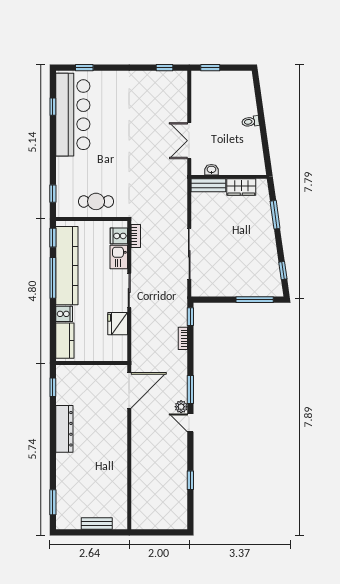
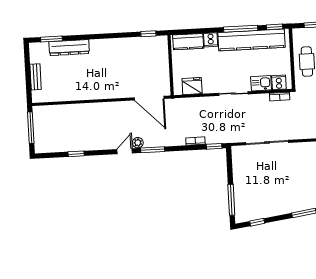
fridge: (118, 324) -> (192, 86), moved
dresser: (64, 429) -> (69, 48), moved
window: (157, 532) -> (31, 128), added

